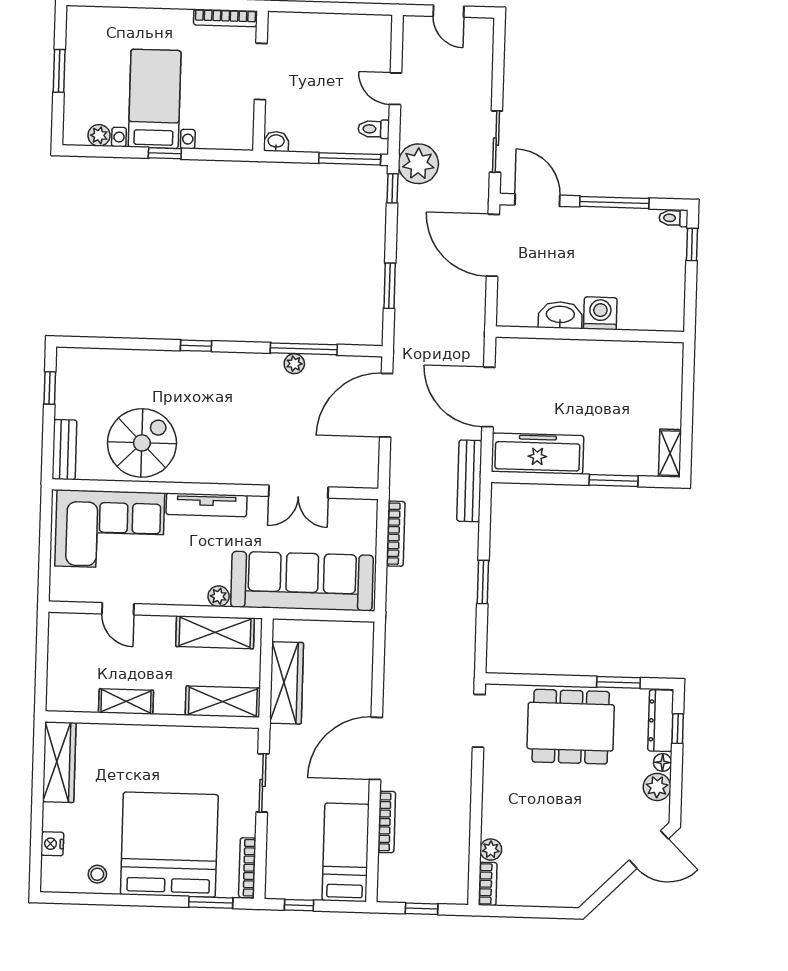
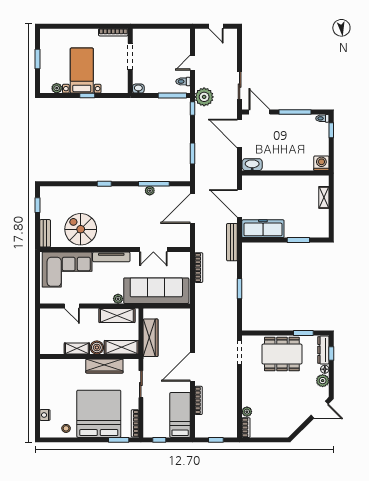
door: (395, 89) -> (193, 63), hinge flipped
washing machine: (600, 313) -> (321, 163), moved
washbasin: (560, 315) -> (252, 165), moved
spiral stairs: (142, 443) -> (81, 229), turned -90
shelving: (670, 453) -> (324, 197), moved
boiler: (169, 701) -> (97, 347), added
wardrobe: (59, 762) -> (104, 366), moved, turned 90

